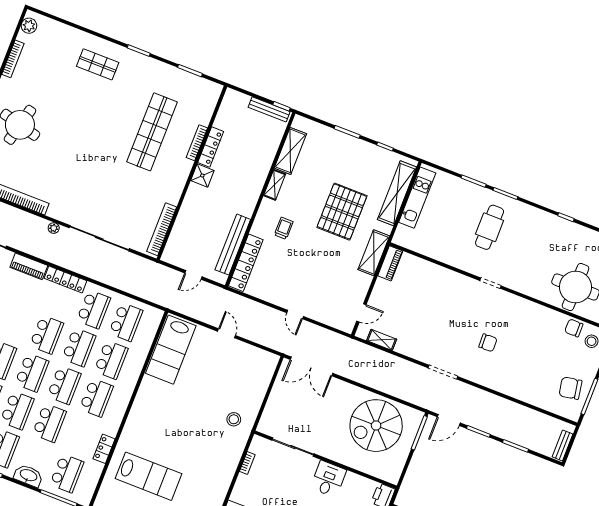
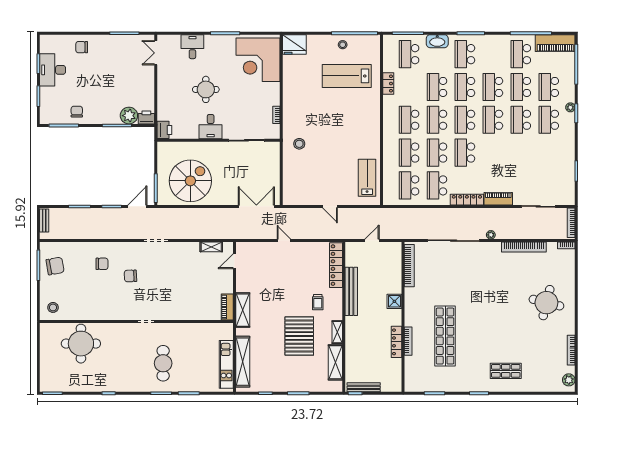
shower: (202, 176) -> (394, 301), moved
pallet: (342, 212) -> (299, 336), moved
bench: (233, 245) -> (351, 291), moved
chair: (574, 328) -> (102, 264), moved
lab bench: (171, 350) -> (367, 178), width x0.73, depth x0.72

